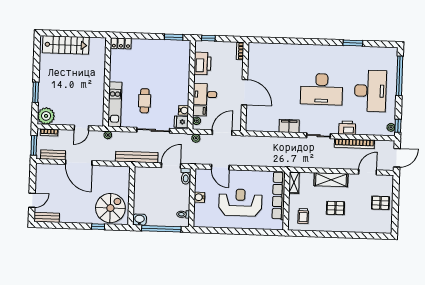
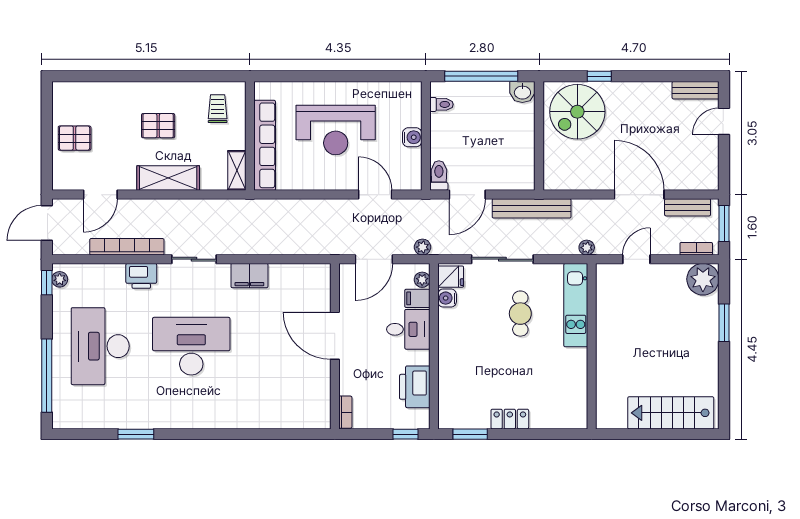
locker: (121, 43) -> (510, 419), moved

